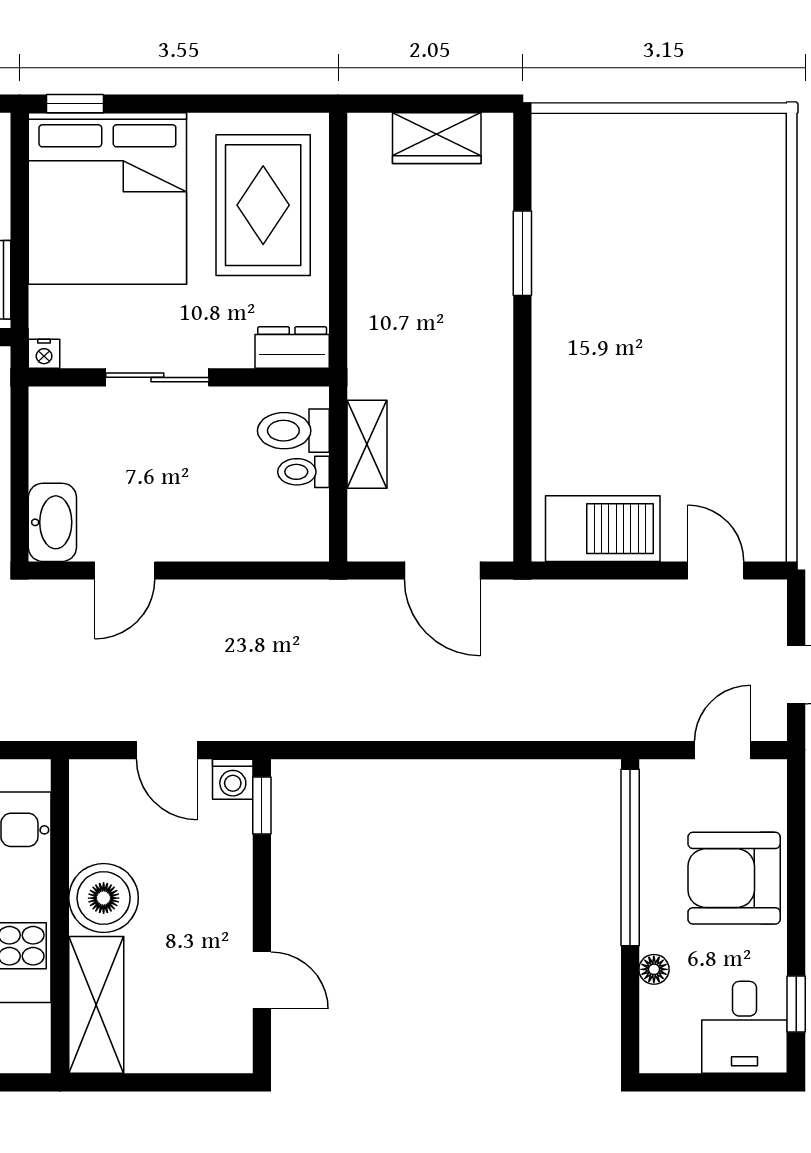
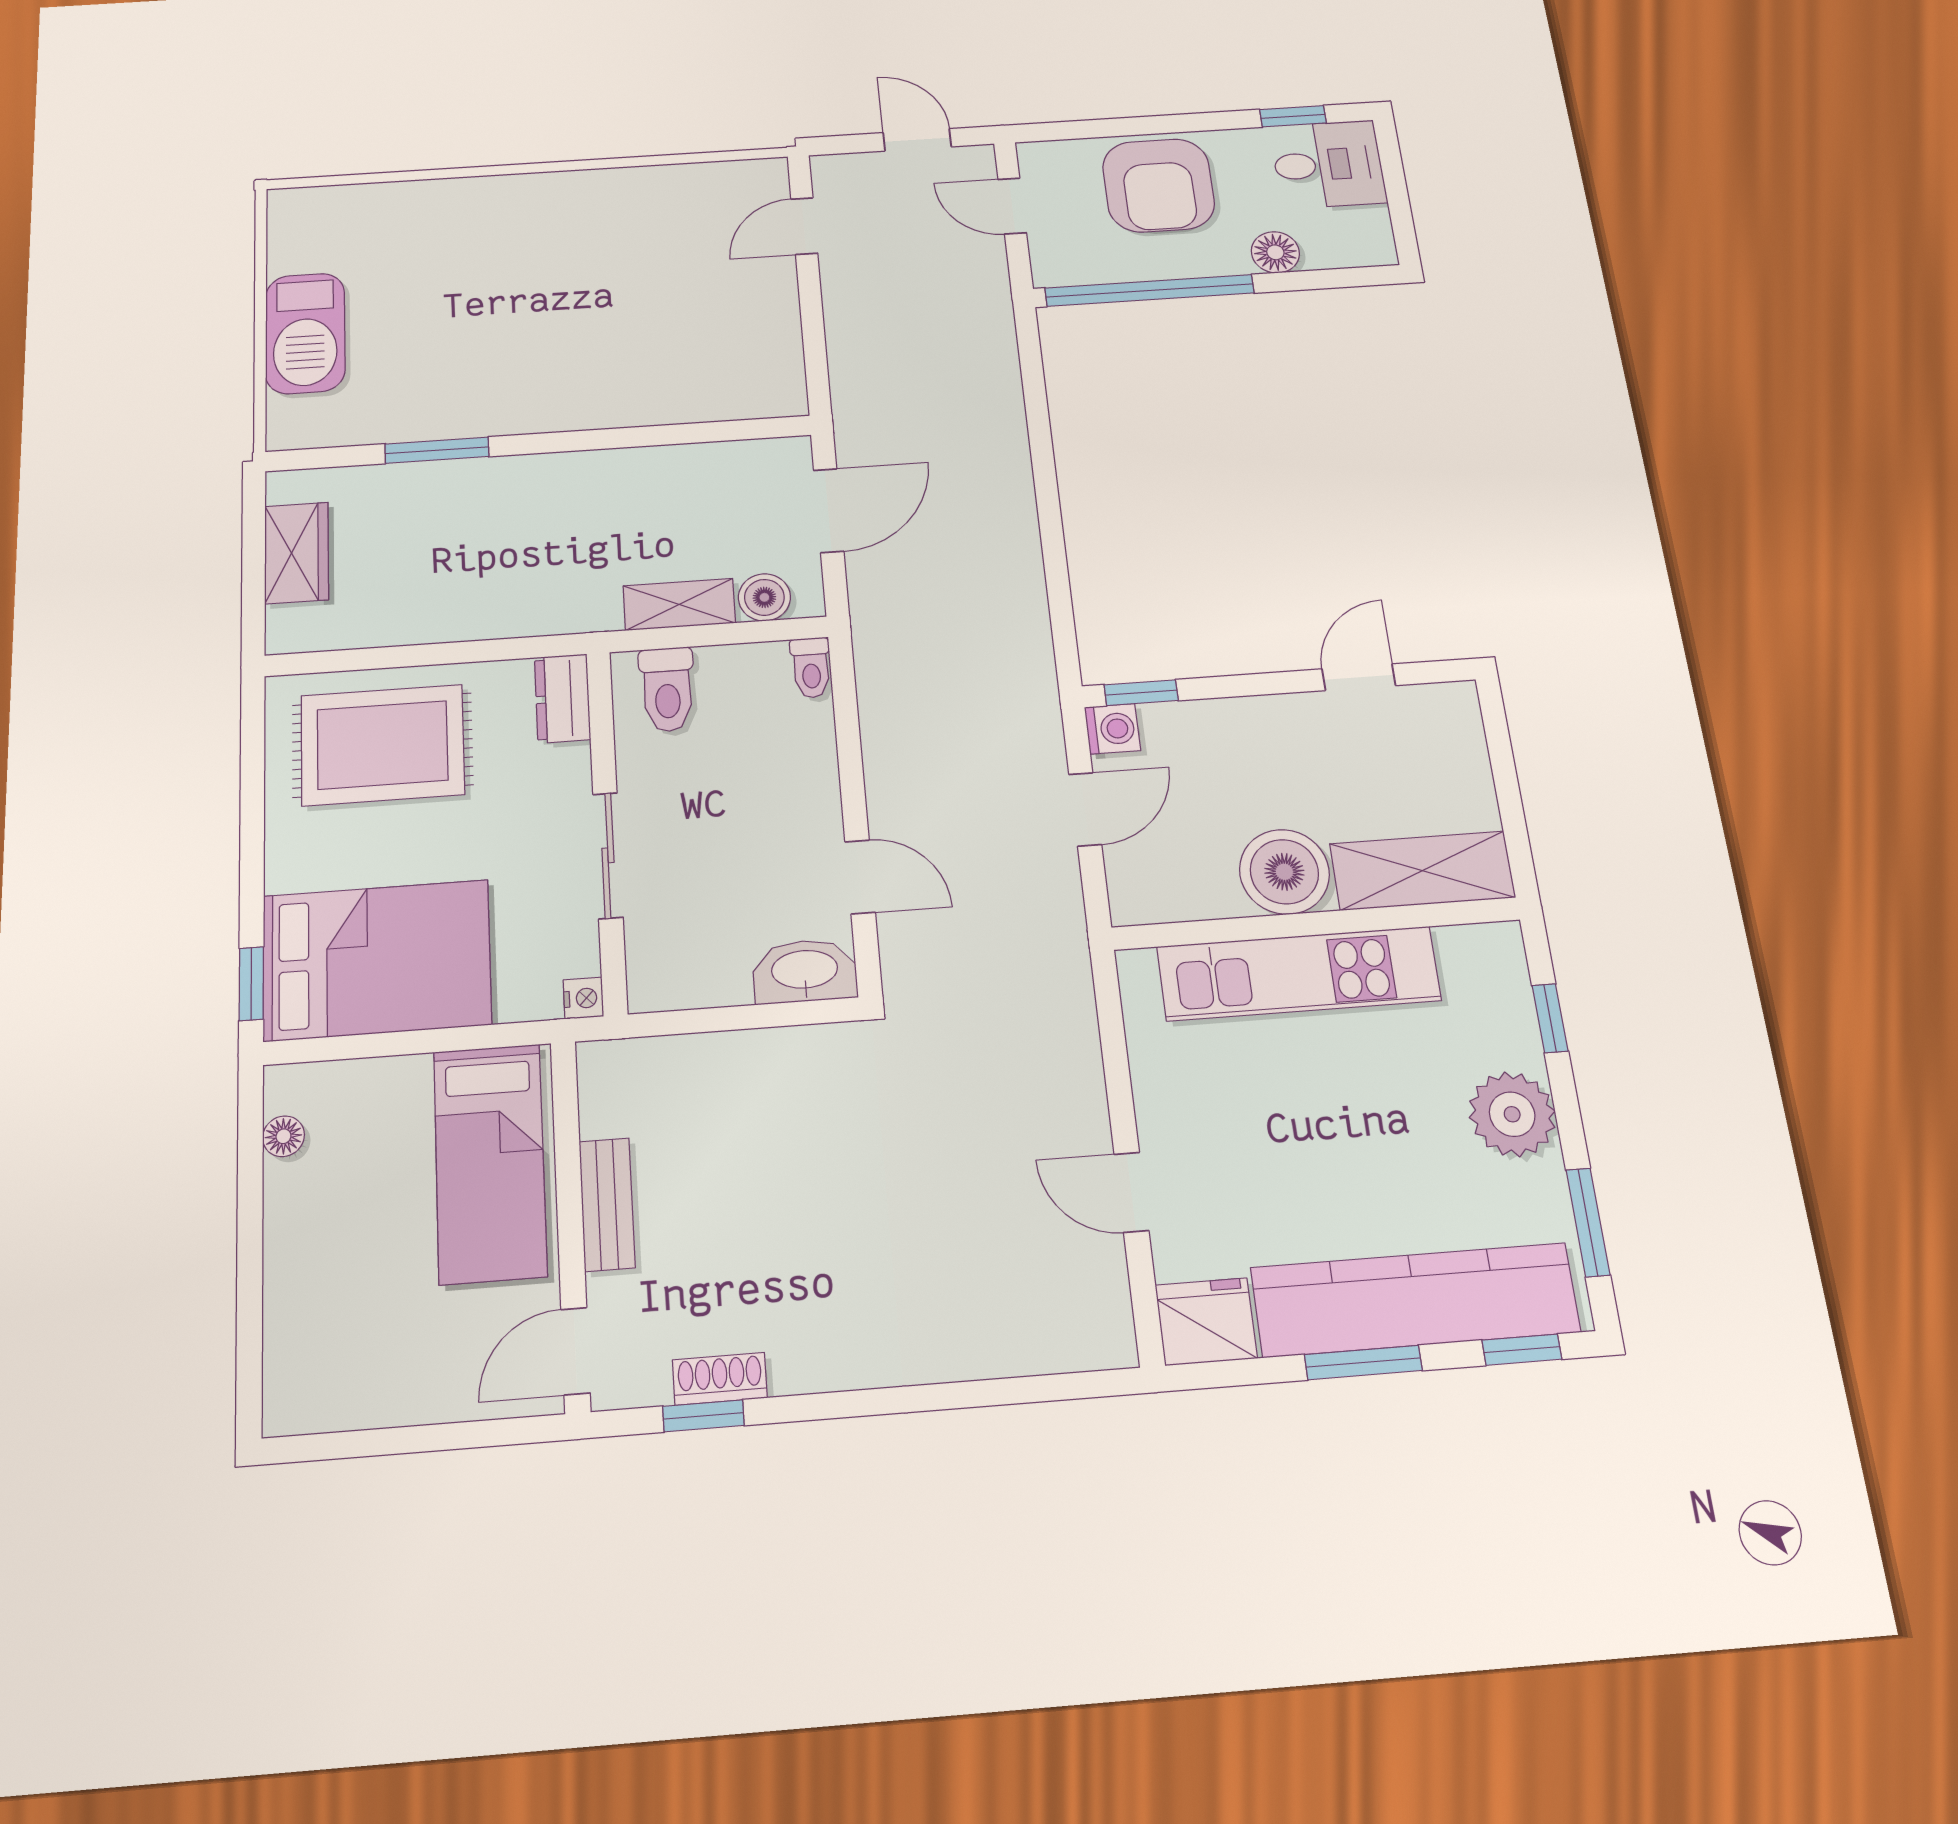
bed: (107, 198) -> (377, 960), width x0.73
toilet: (304, 472) -> (811, 668), moved
boiler: (368, 513) -> (764, 597), added
barbecue: (603, 529) -> (305, 333), moved, turned 180
floor lamp: (654, 969) -> (1275, 252), width x1.37, depth x1.37

